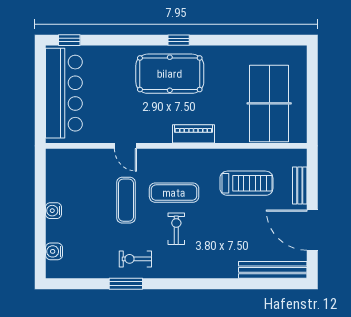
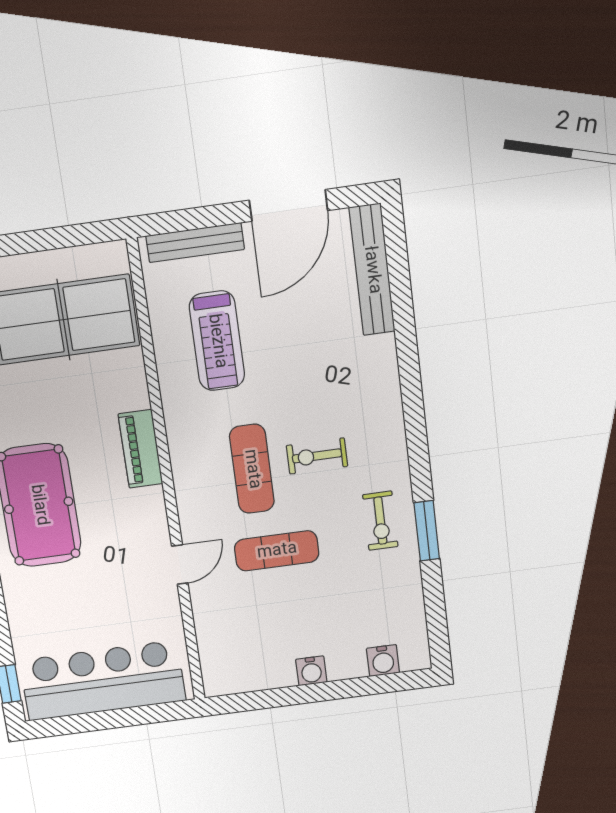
treadmill: (246, 183) -> (217, 341), turned 180
bench: (300, 186) -> (195, 243), width x1.36

